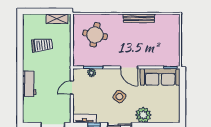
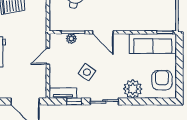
door: (129, 67) -> (103, 32), moved
side table: (119, 97) -> (87, 72), moved
armchair: (168, 108) -> (162, 80), added

